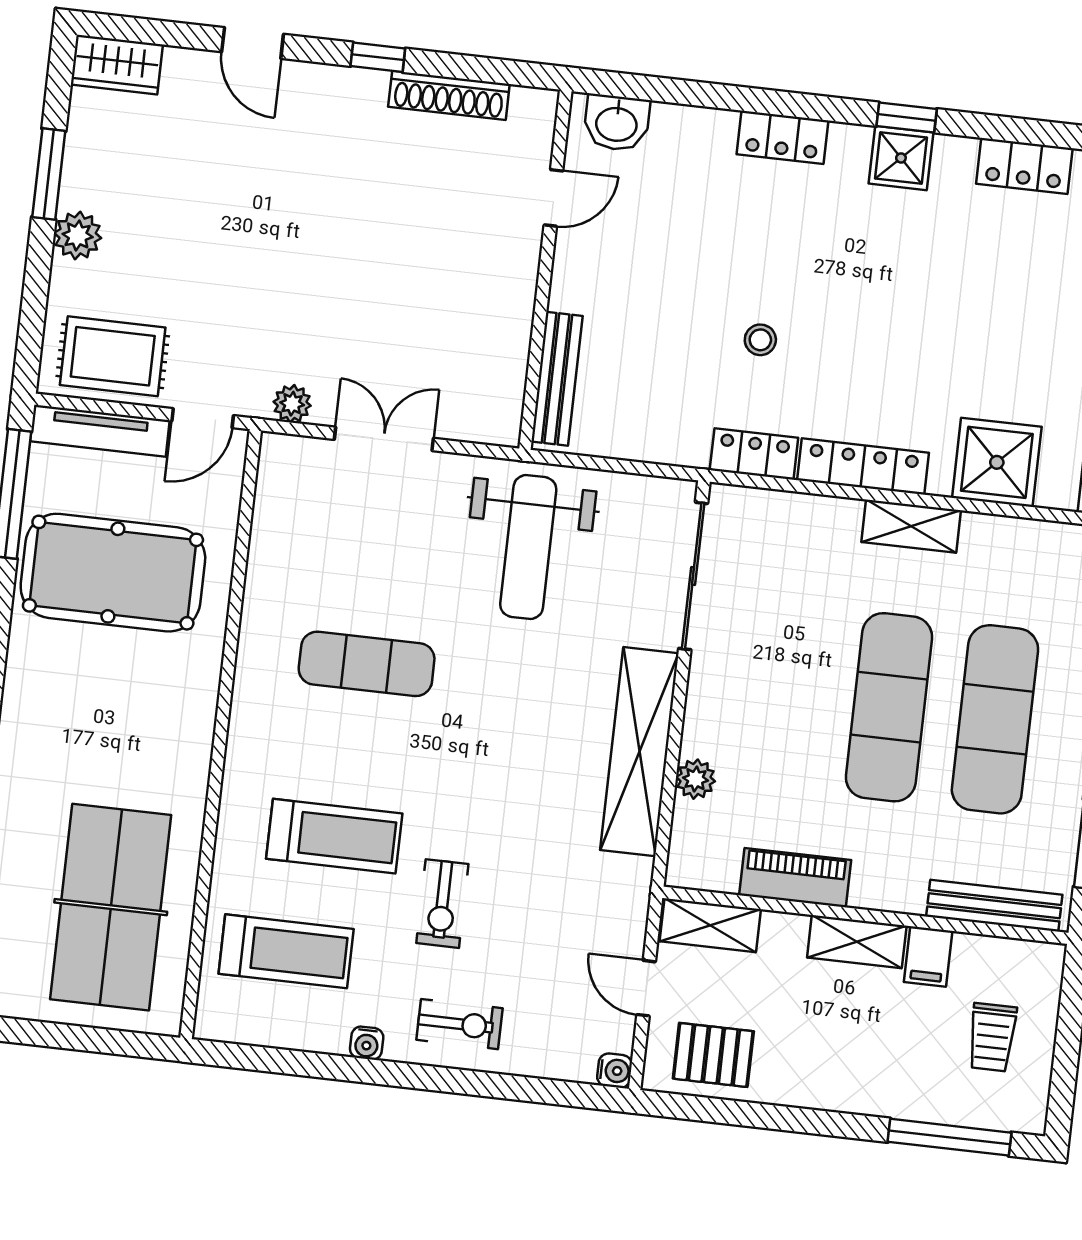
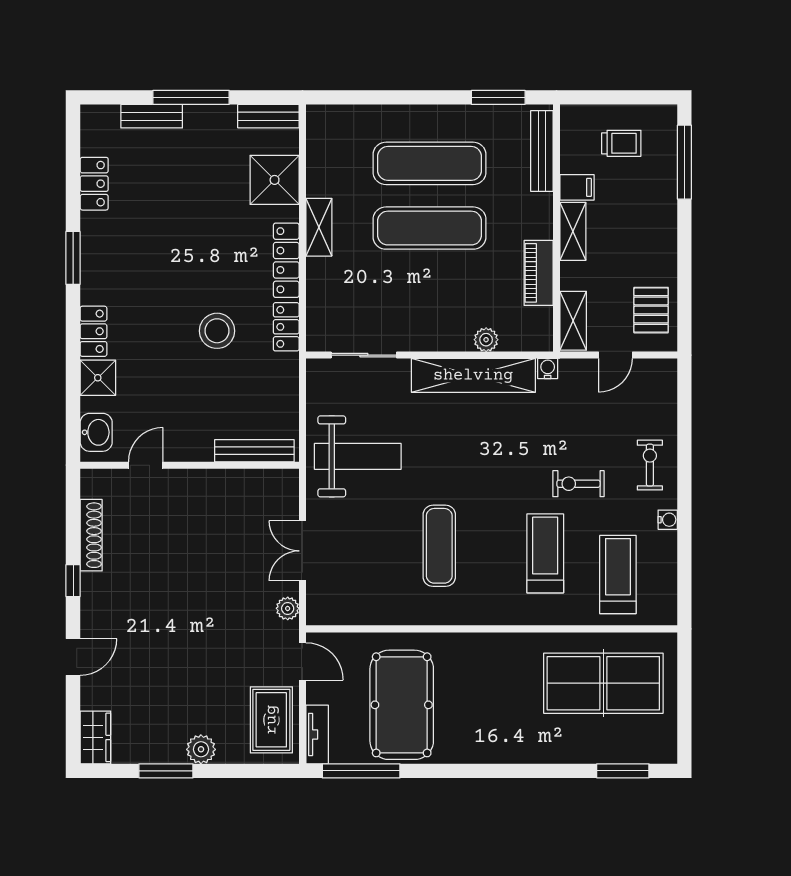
window: (907, 118) -> (73, 258), width x1.50
shower: (901, 158) -> (98, 378), moved
door: (553, 198) -> (146, 465), hinge flipped
stool: (760, 340) -> (217, 331), width x1.89, depth x1.89
tv unit: (100, 431) -> (317, 734), width x0.71
sliding door: (693, 576) -> (364, 355), width x0.73
exercise bike: (442, 904) -> (578, 484), turned 180
water cooler: (614, 1071) -> (548, 368), moved

